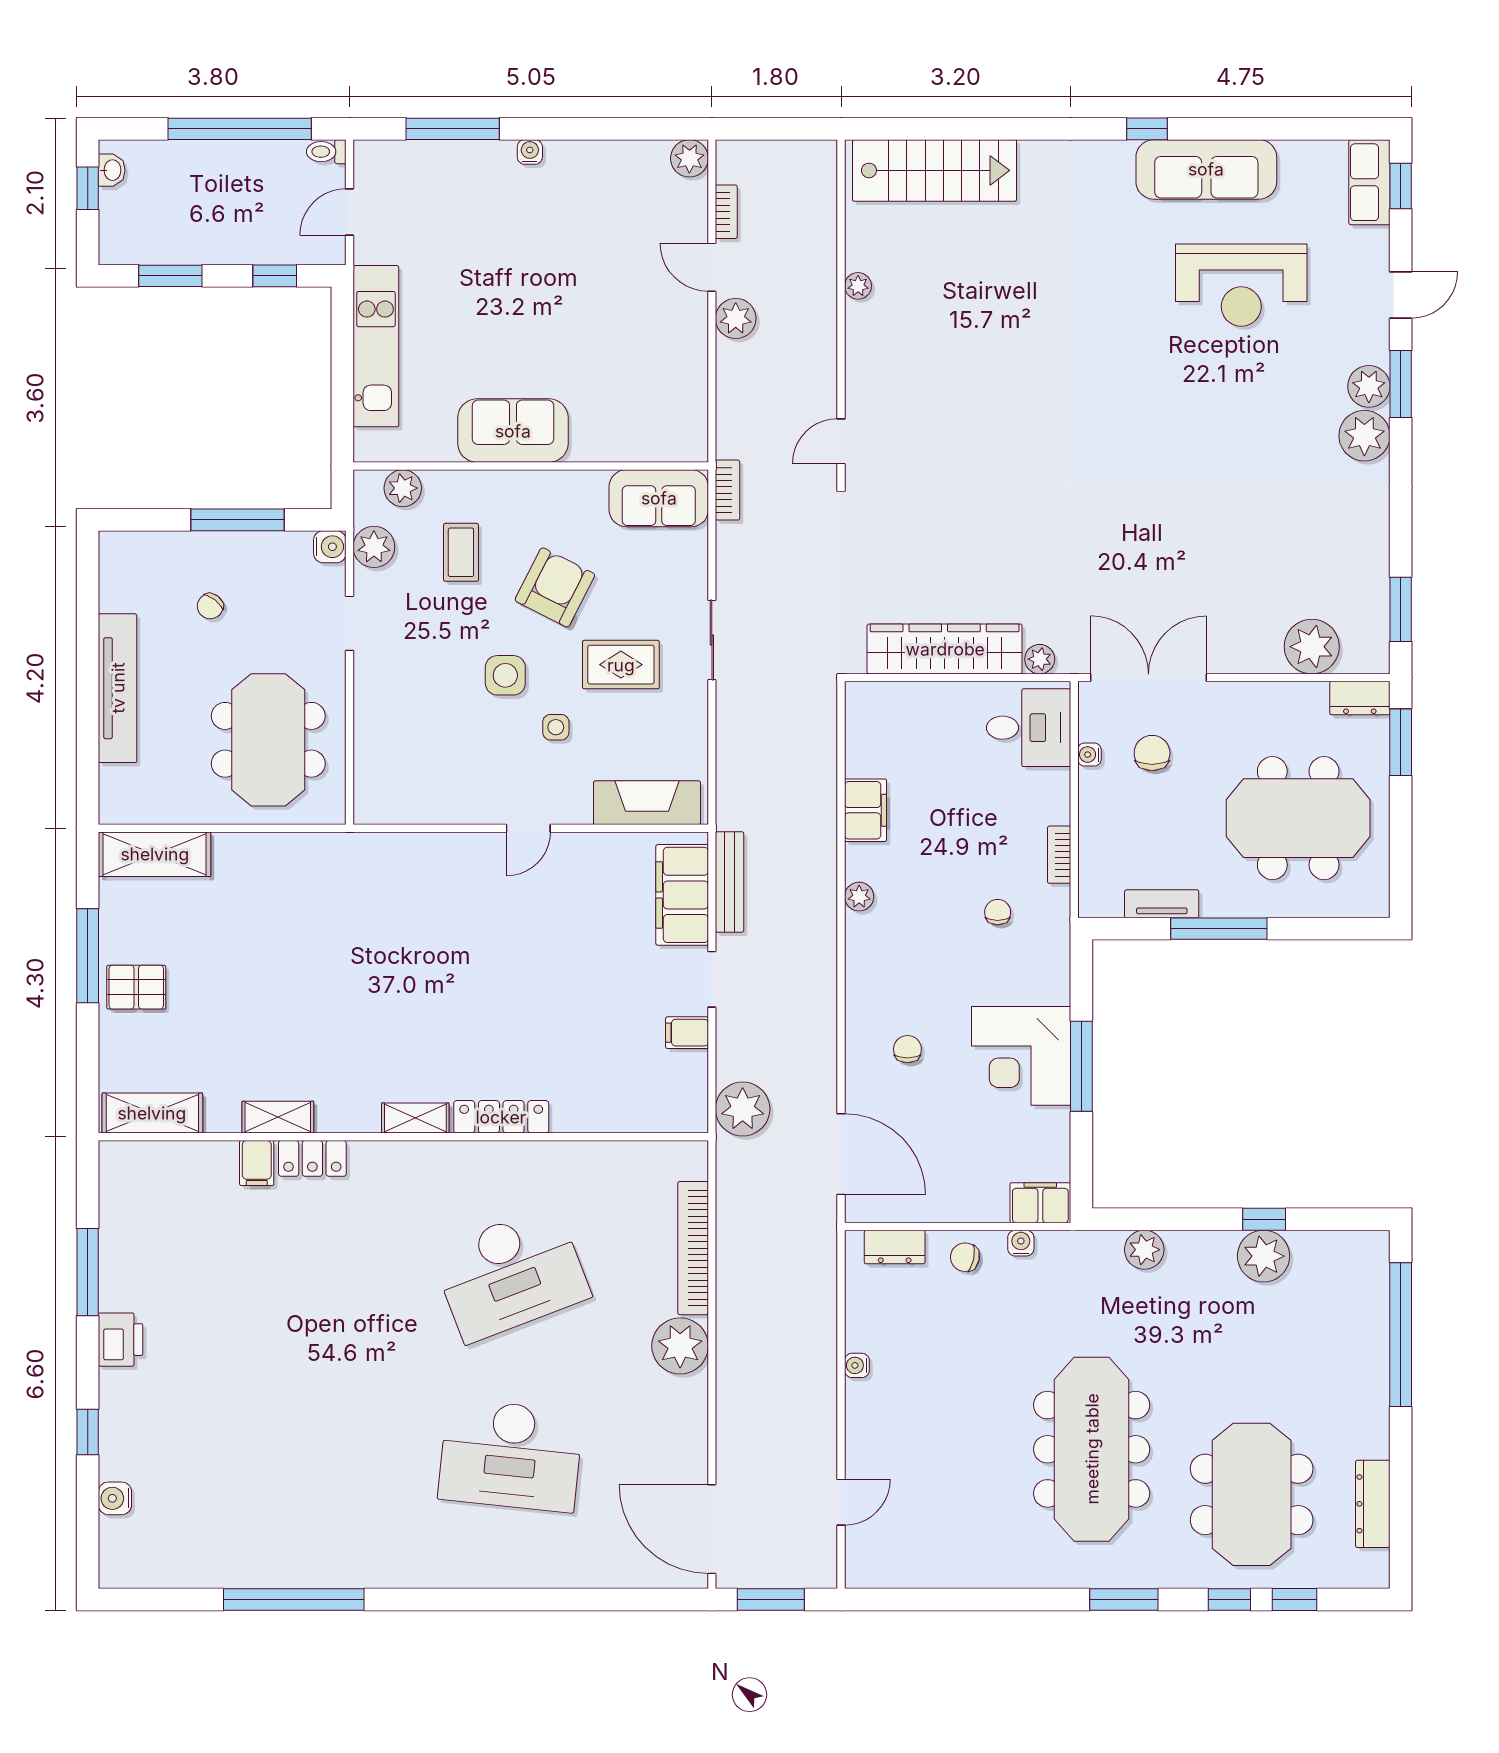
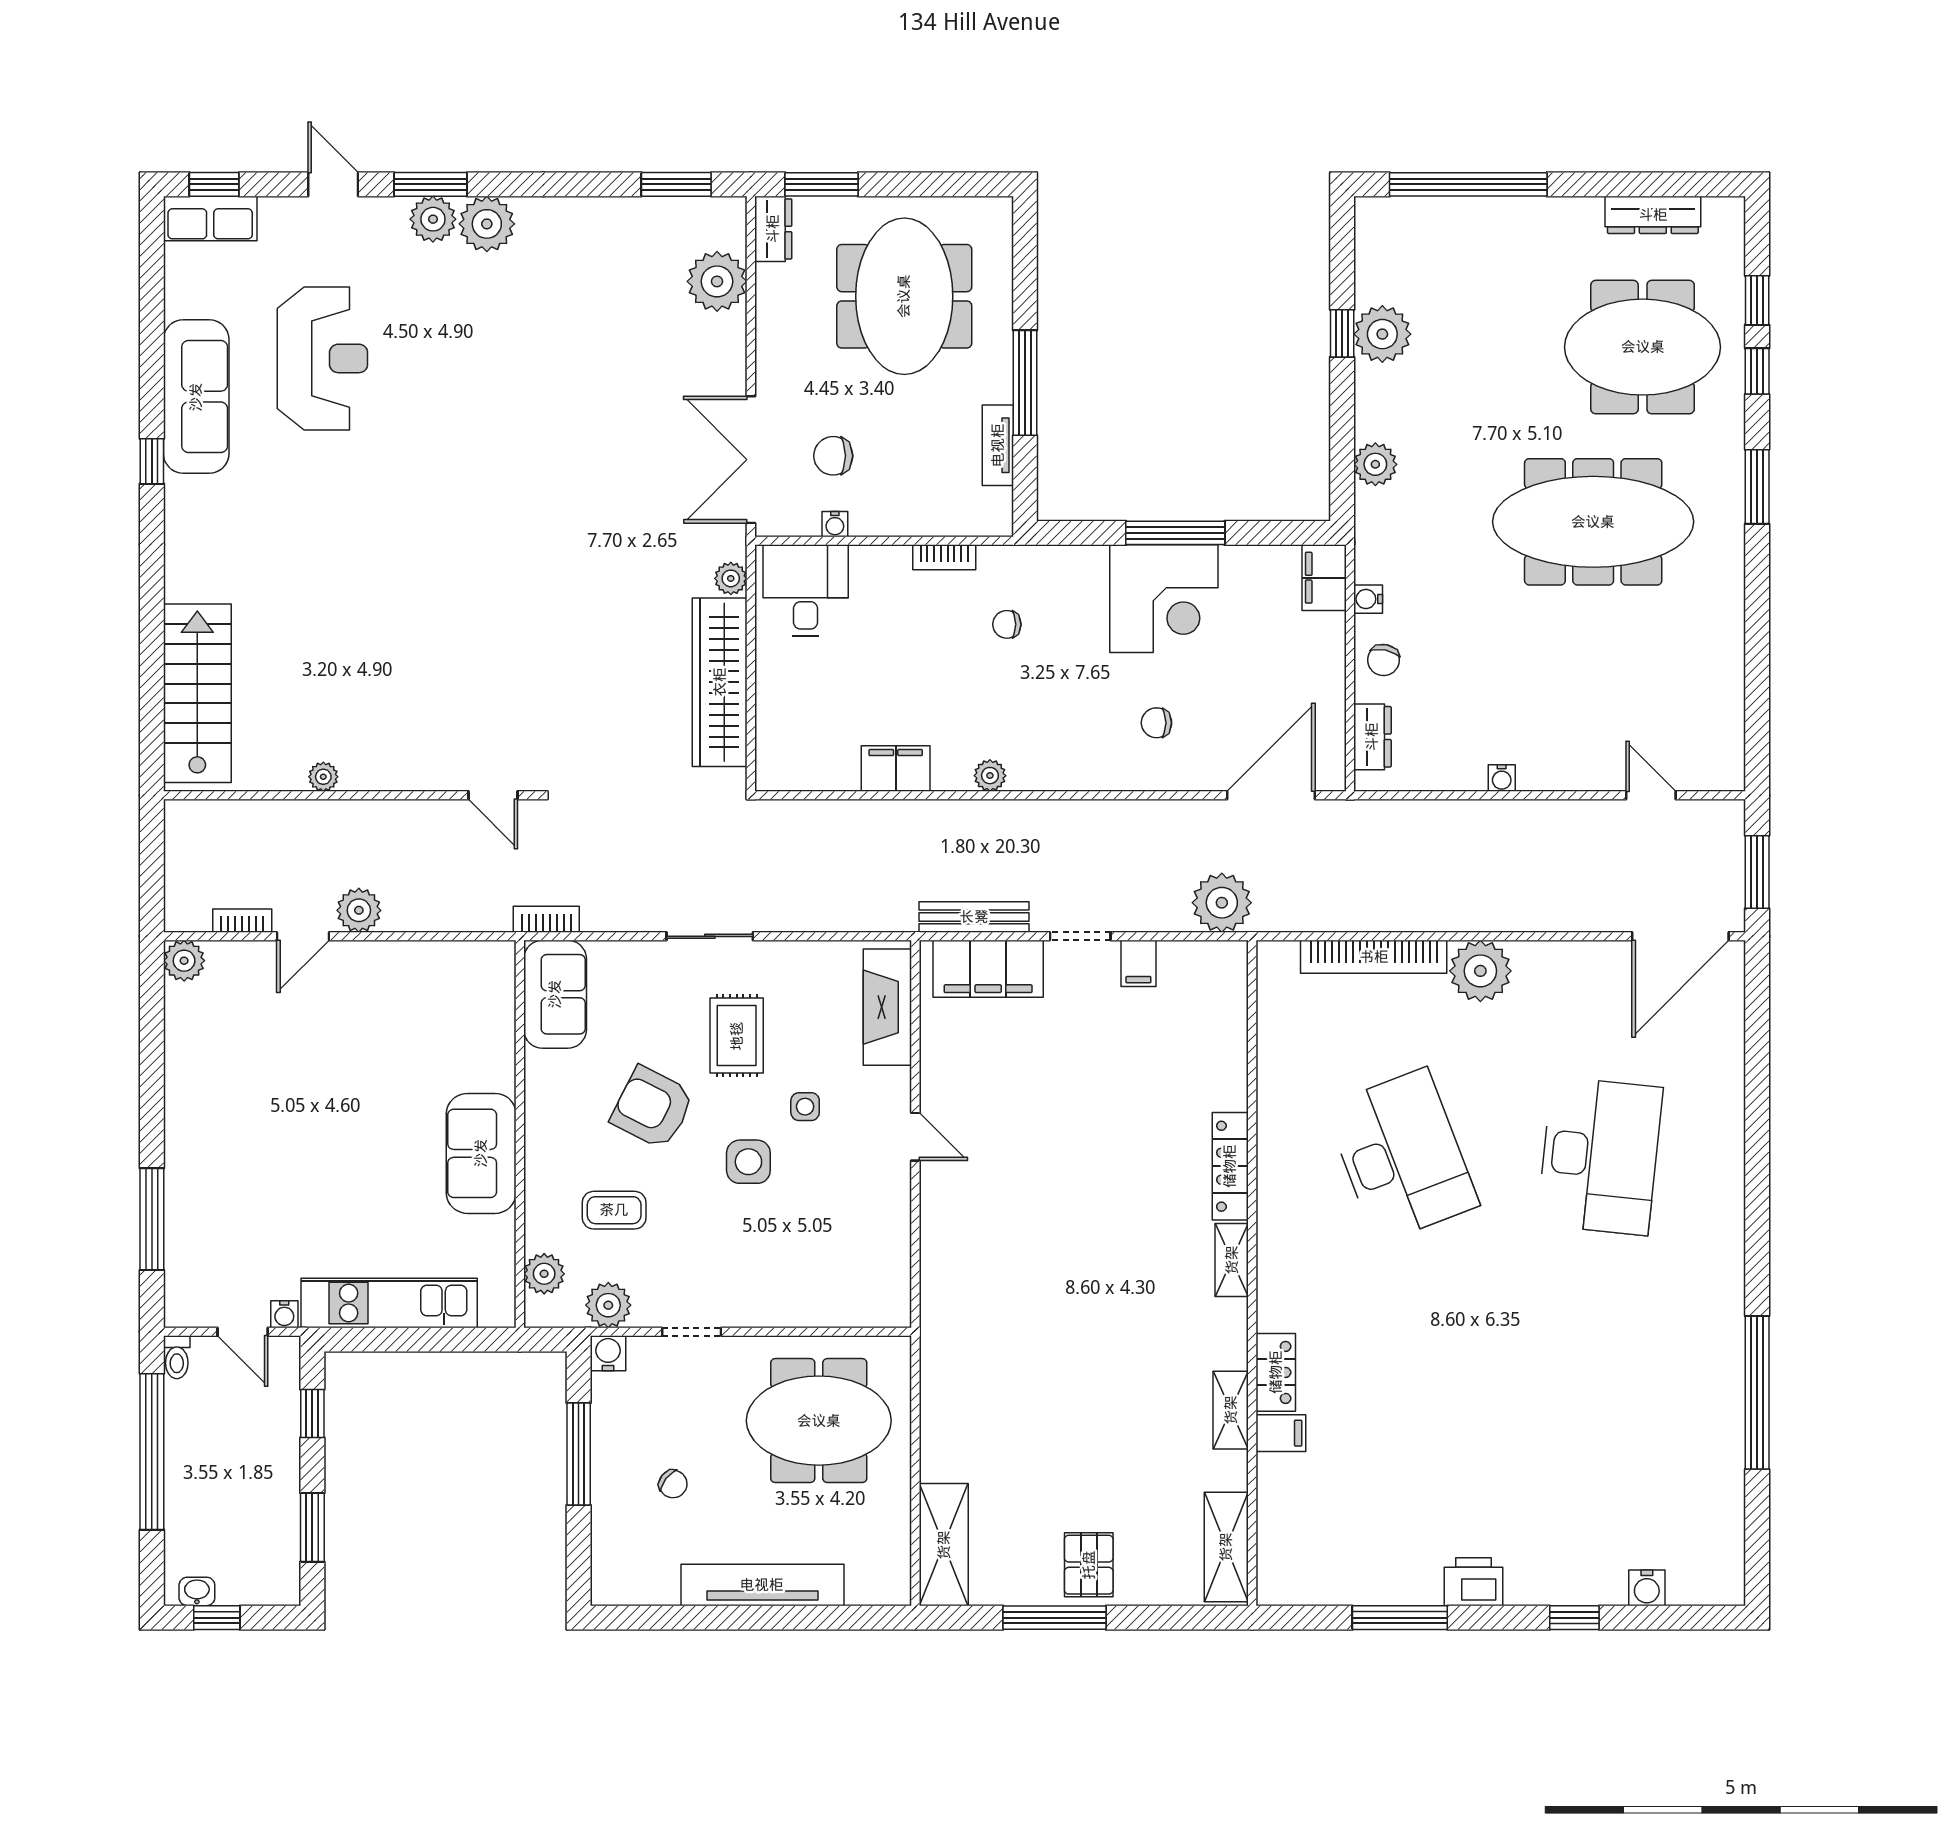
water cooler: (530, 152) -> (284, 1314), moved, turned -90

